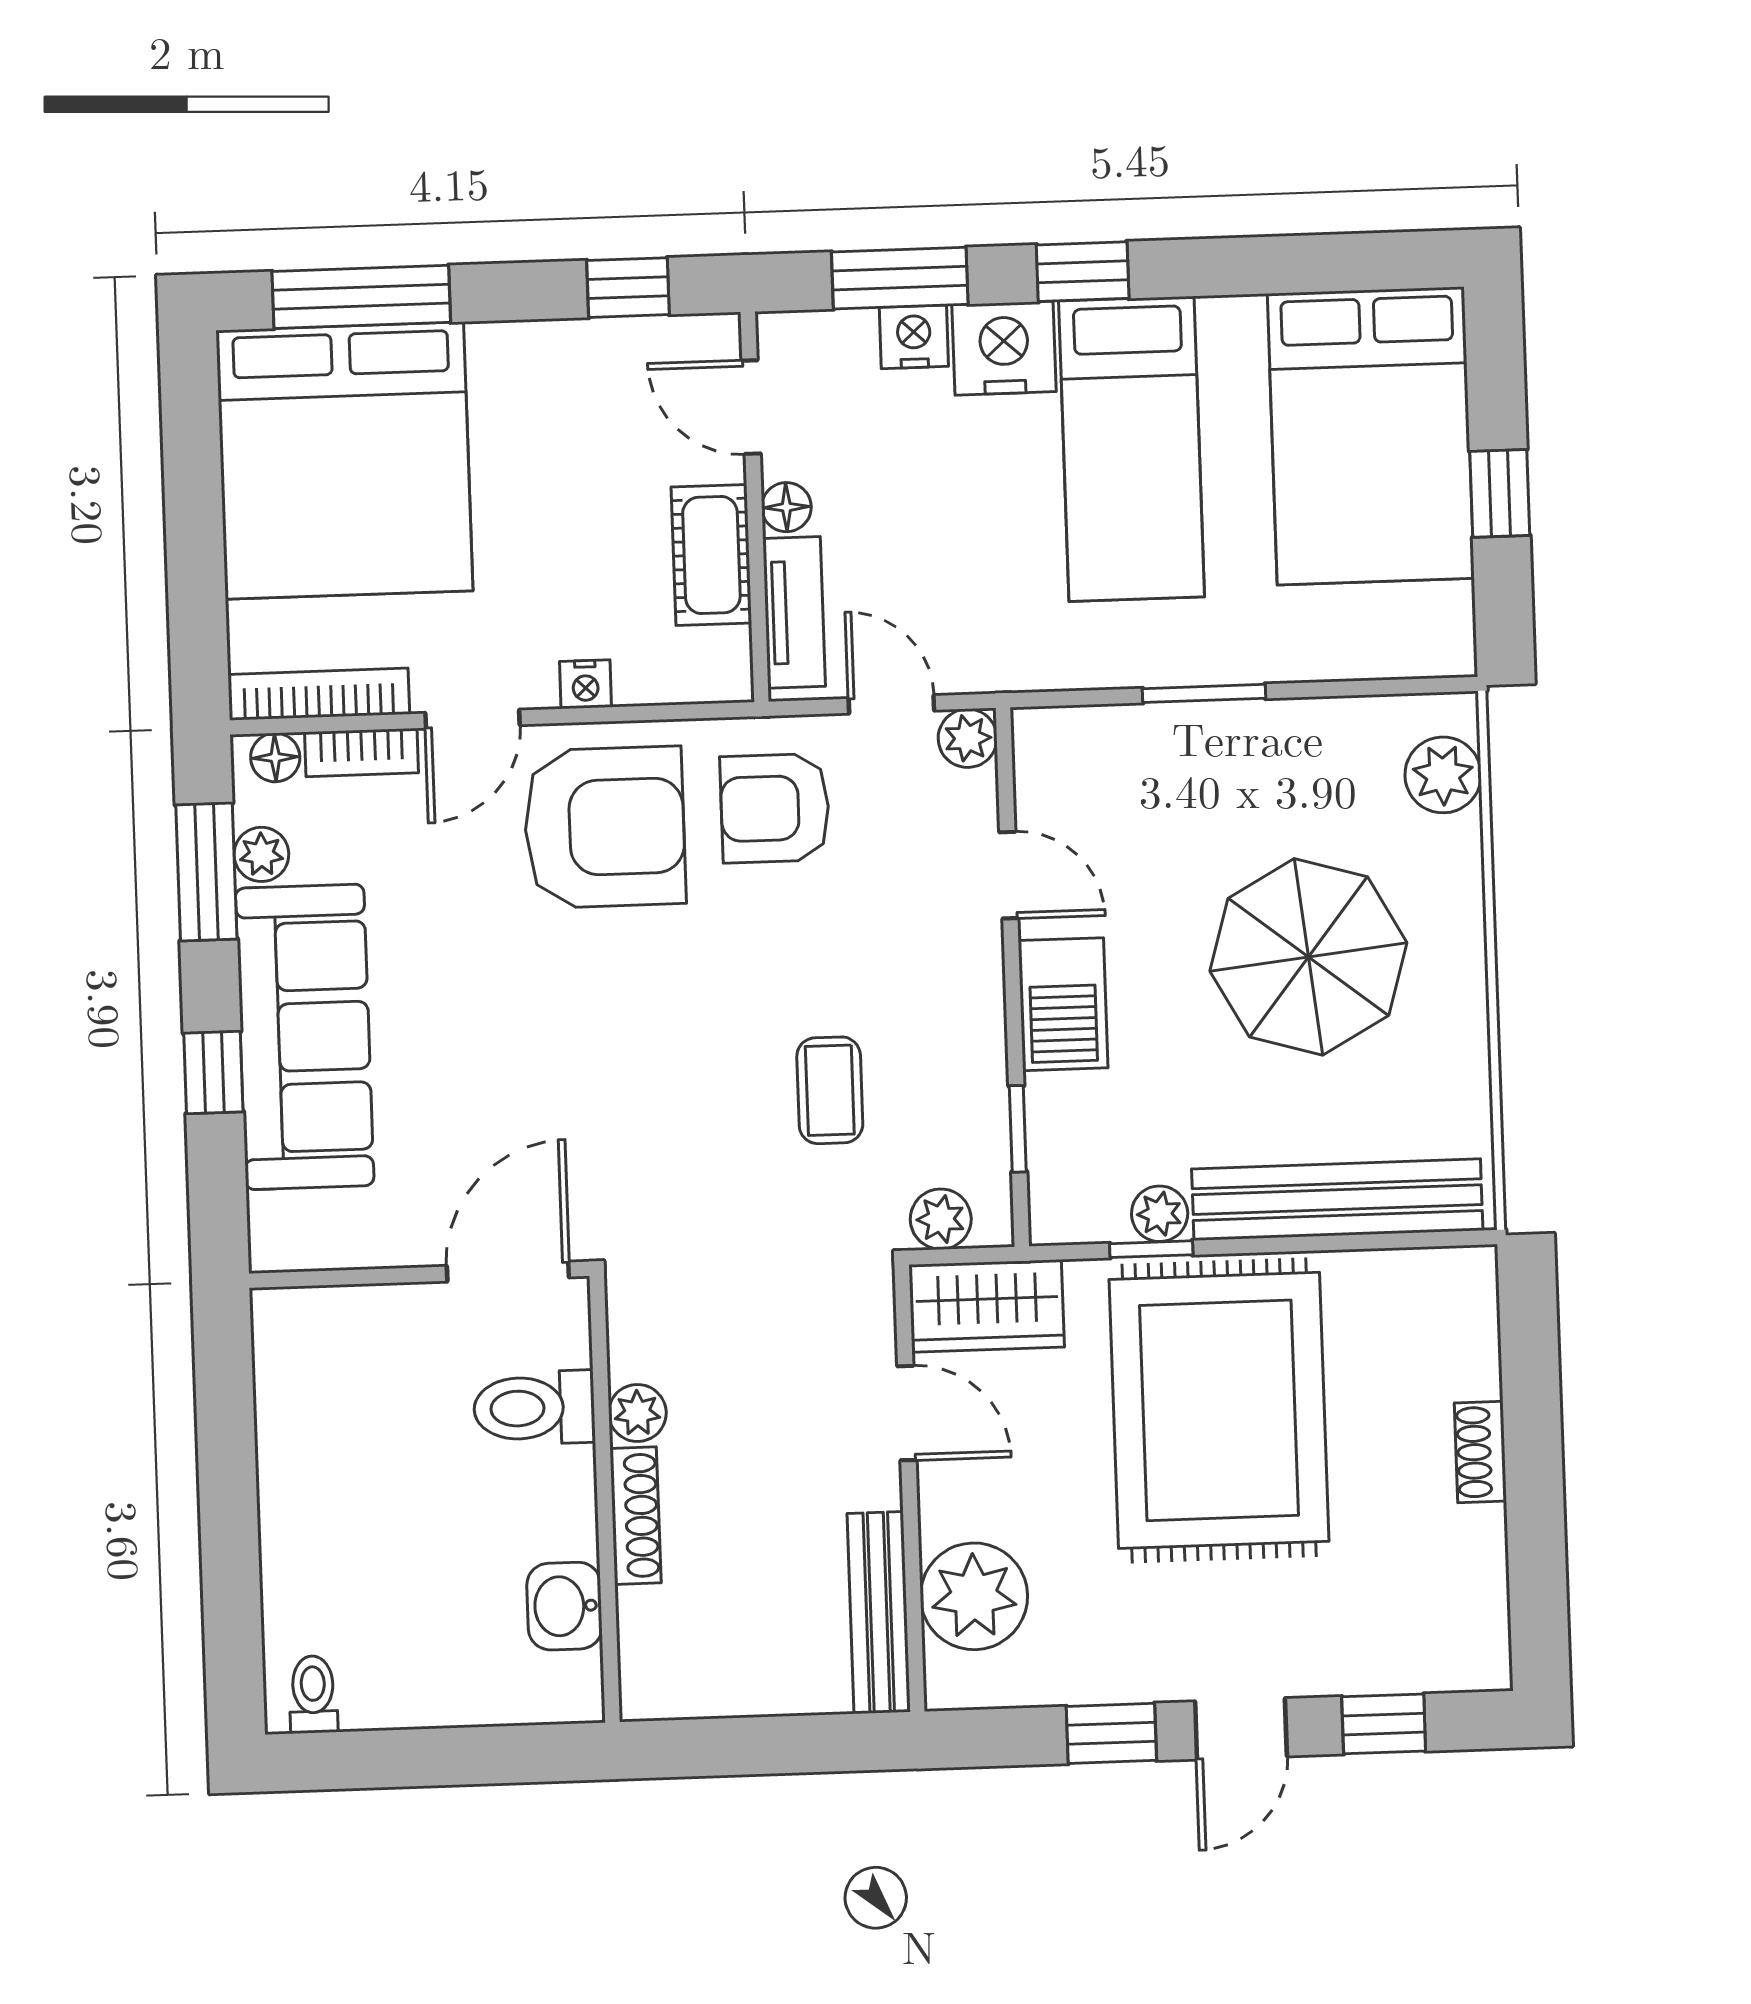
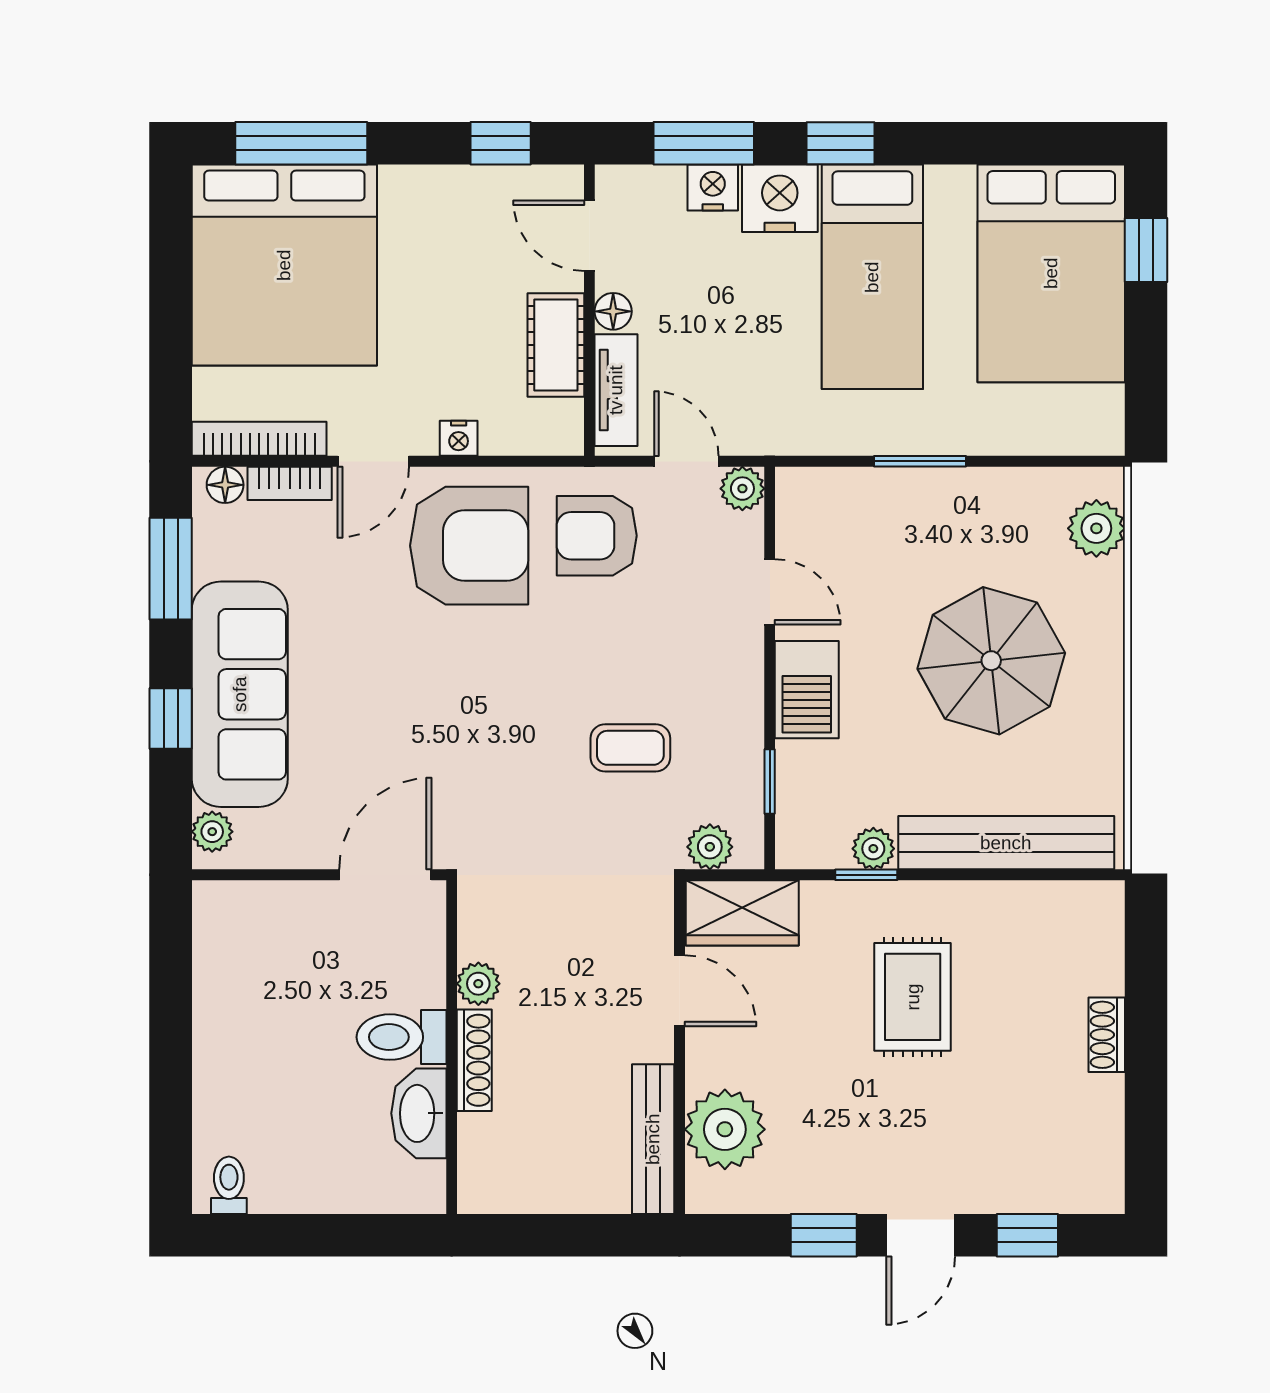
window: (1500, 493) -> (1146, 250), moved
plant: (261, 854) -> (212, 832), moved
coffee table: (830, 1090) -> (630, 748), turned 90
toilet: (534, 1408) -> (401, 1037), moved
rug: (1219, 1410) -> (913, 997), width x0.54, depth x0.49
washbasin: (564, 1606) -> (419, 1113), width x1.38

